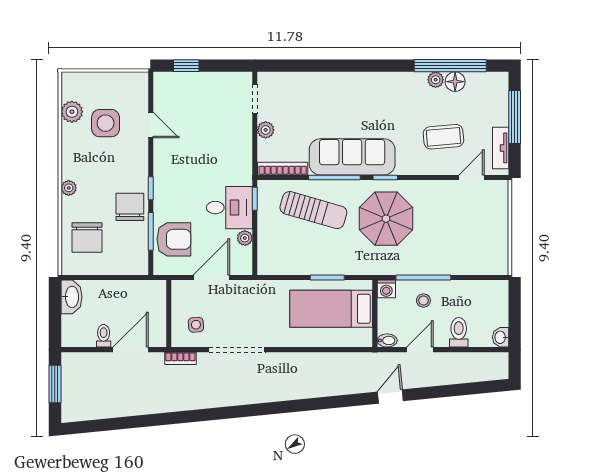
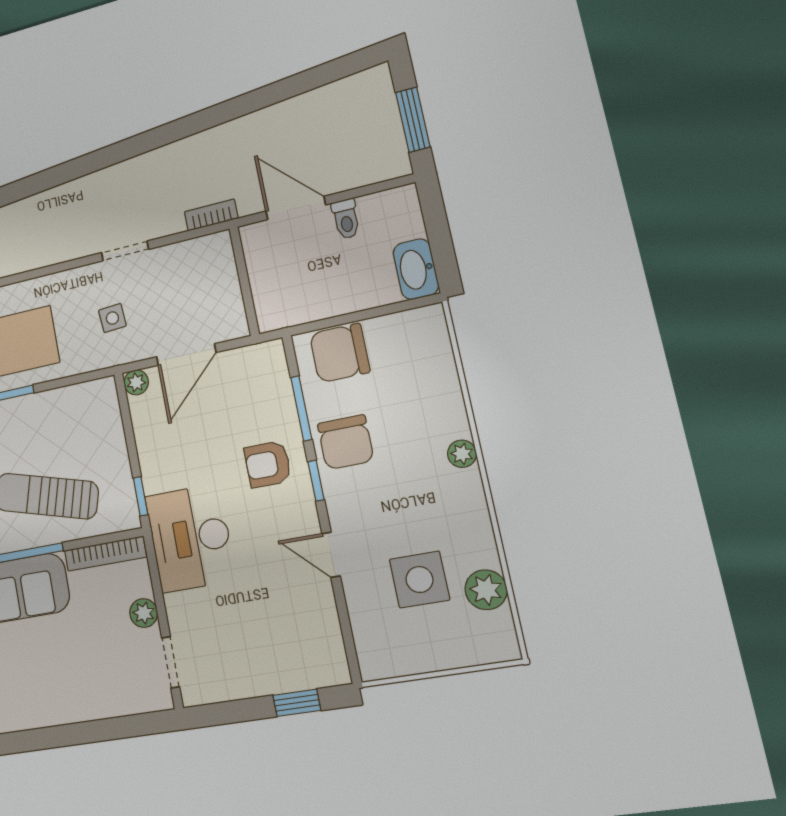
door: (151, 125) -> (331, 555), moved
desk: (229, 208) -> (190, 538), moved, width x1.37
chair: (87, 237) -> (340, 353), moved, turned -90
plant: (245, 238) -> (136, 382), moved
armchair: (174, 239) -> (268, 464), moved, width x0.72, depth x0.72
side table: (196, 325) -> (112, 318), moved
door: (131, 350) -> (296, 208), swing flipped
doorway: (237, 350) -> (125, 251), width x0.53

